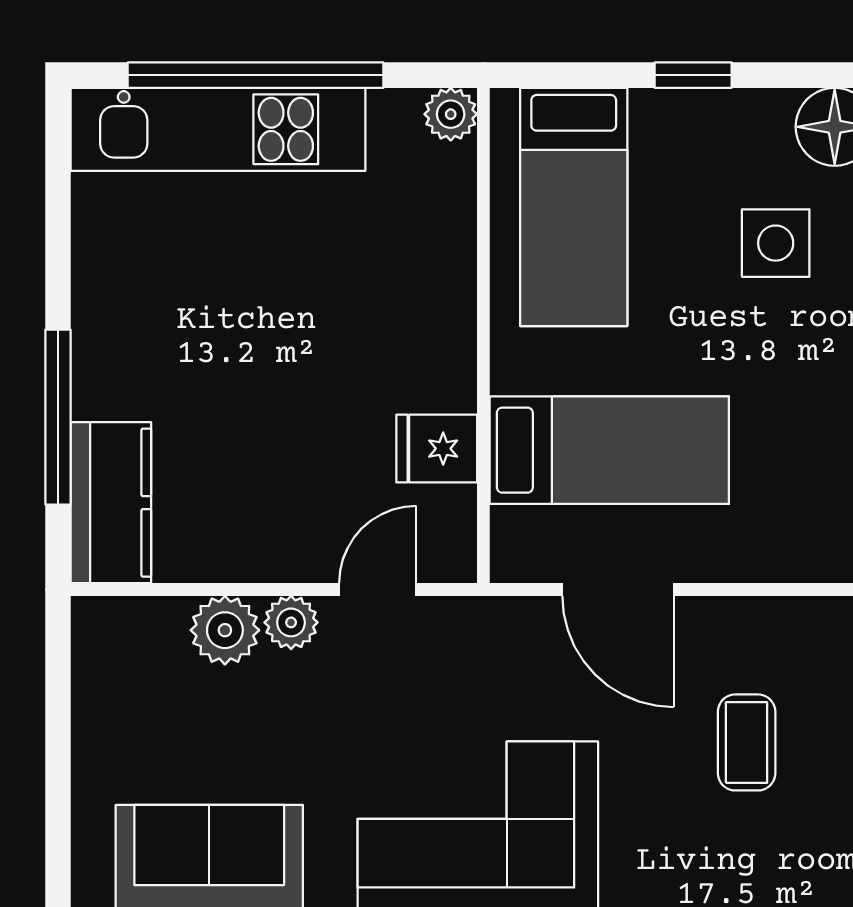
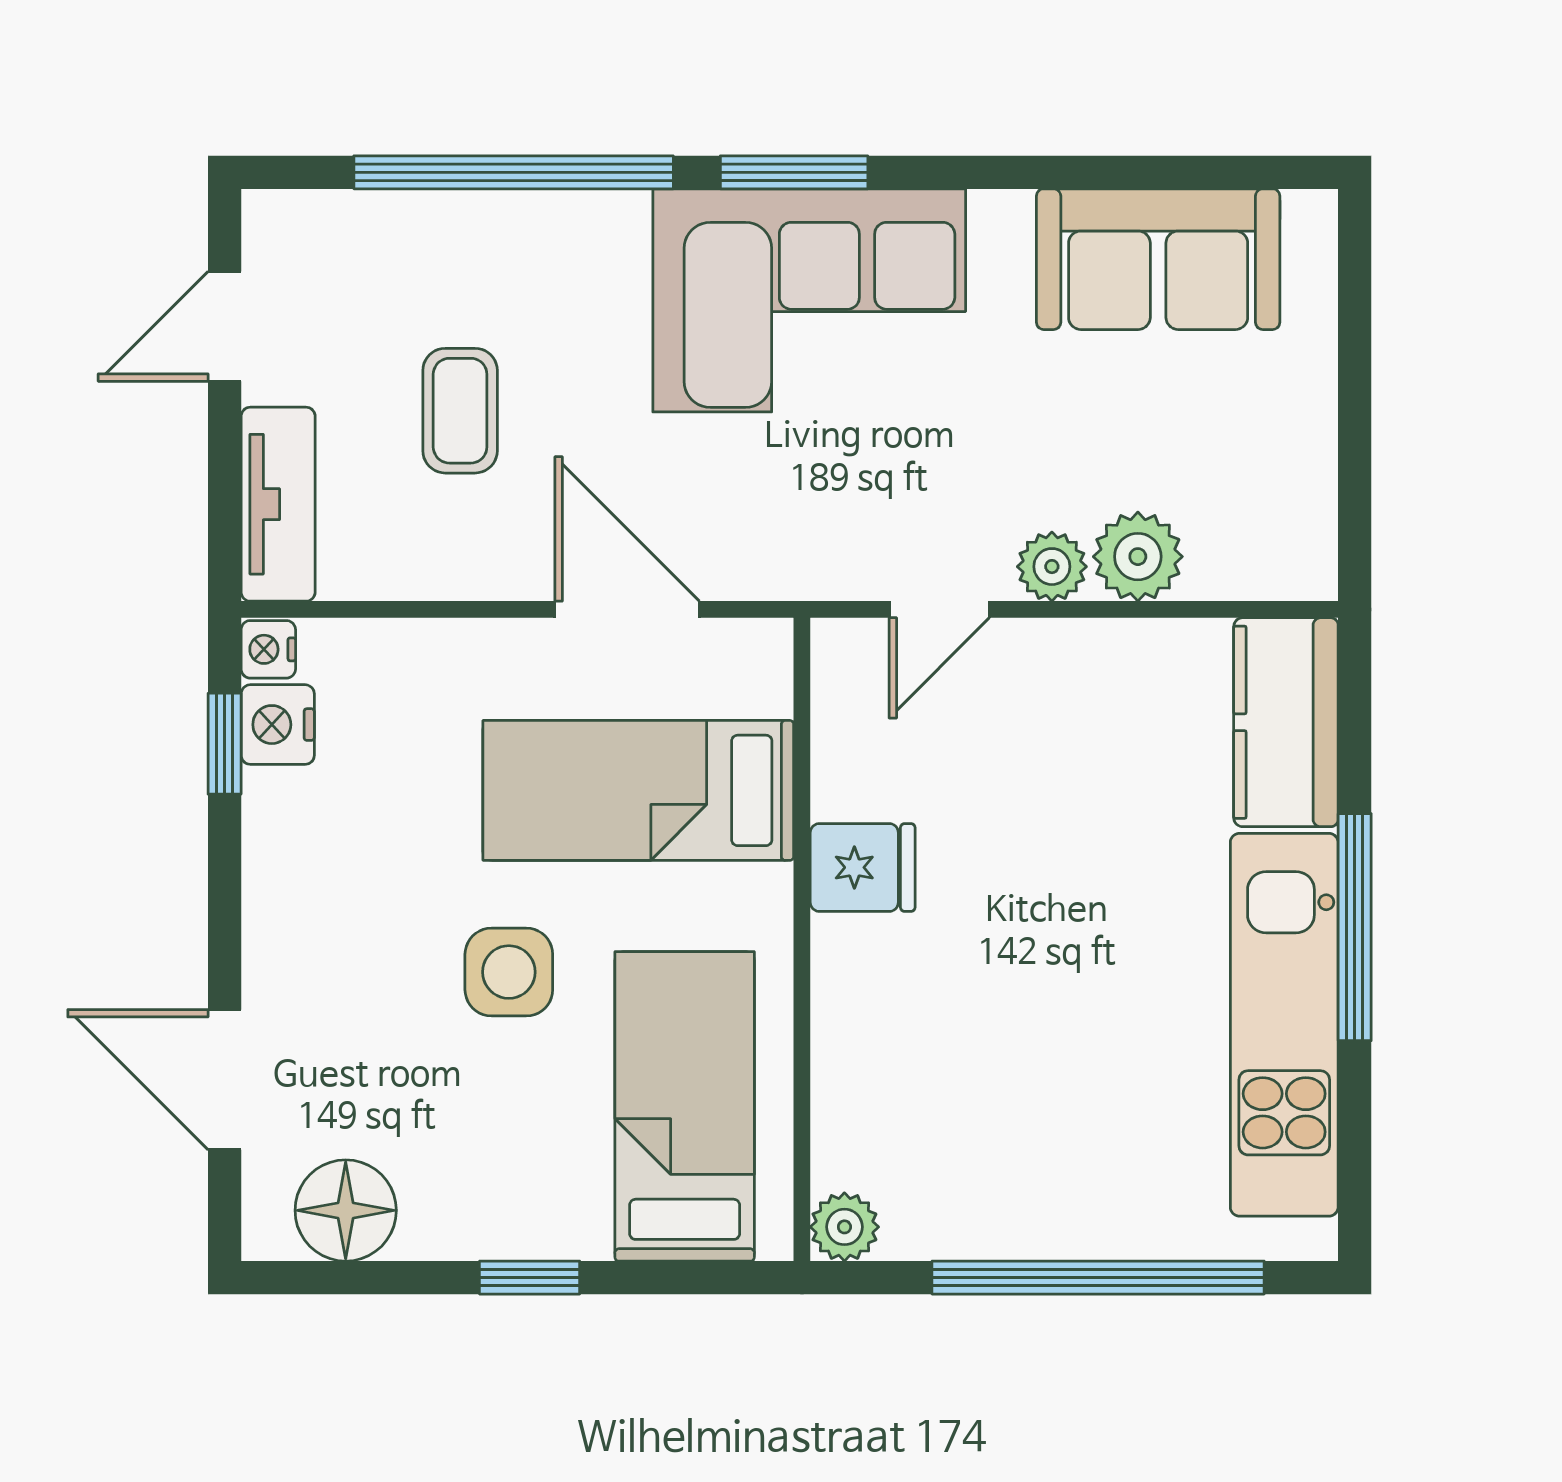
kitchen unit: (218, 129) -> (1284, 1025), moved, turned -90
side table: (776, 243) -> (509, 972), moved
window: (58, 417) -> (1355, 927), moved
fridge: (437, 449) -> (863, 867), moved

